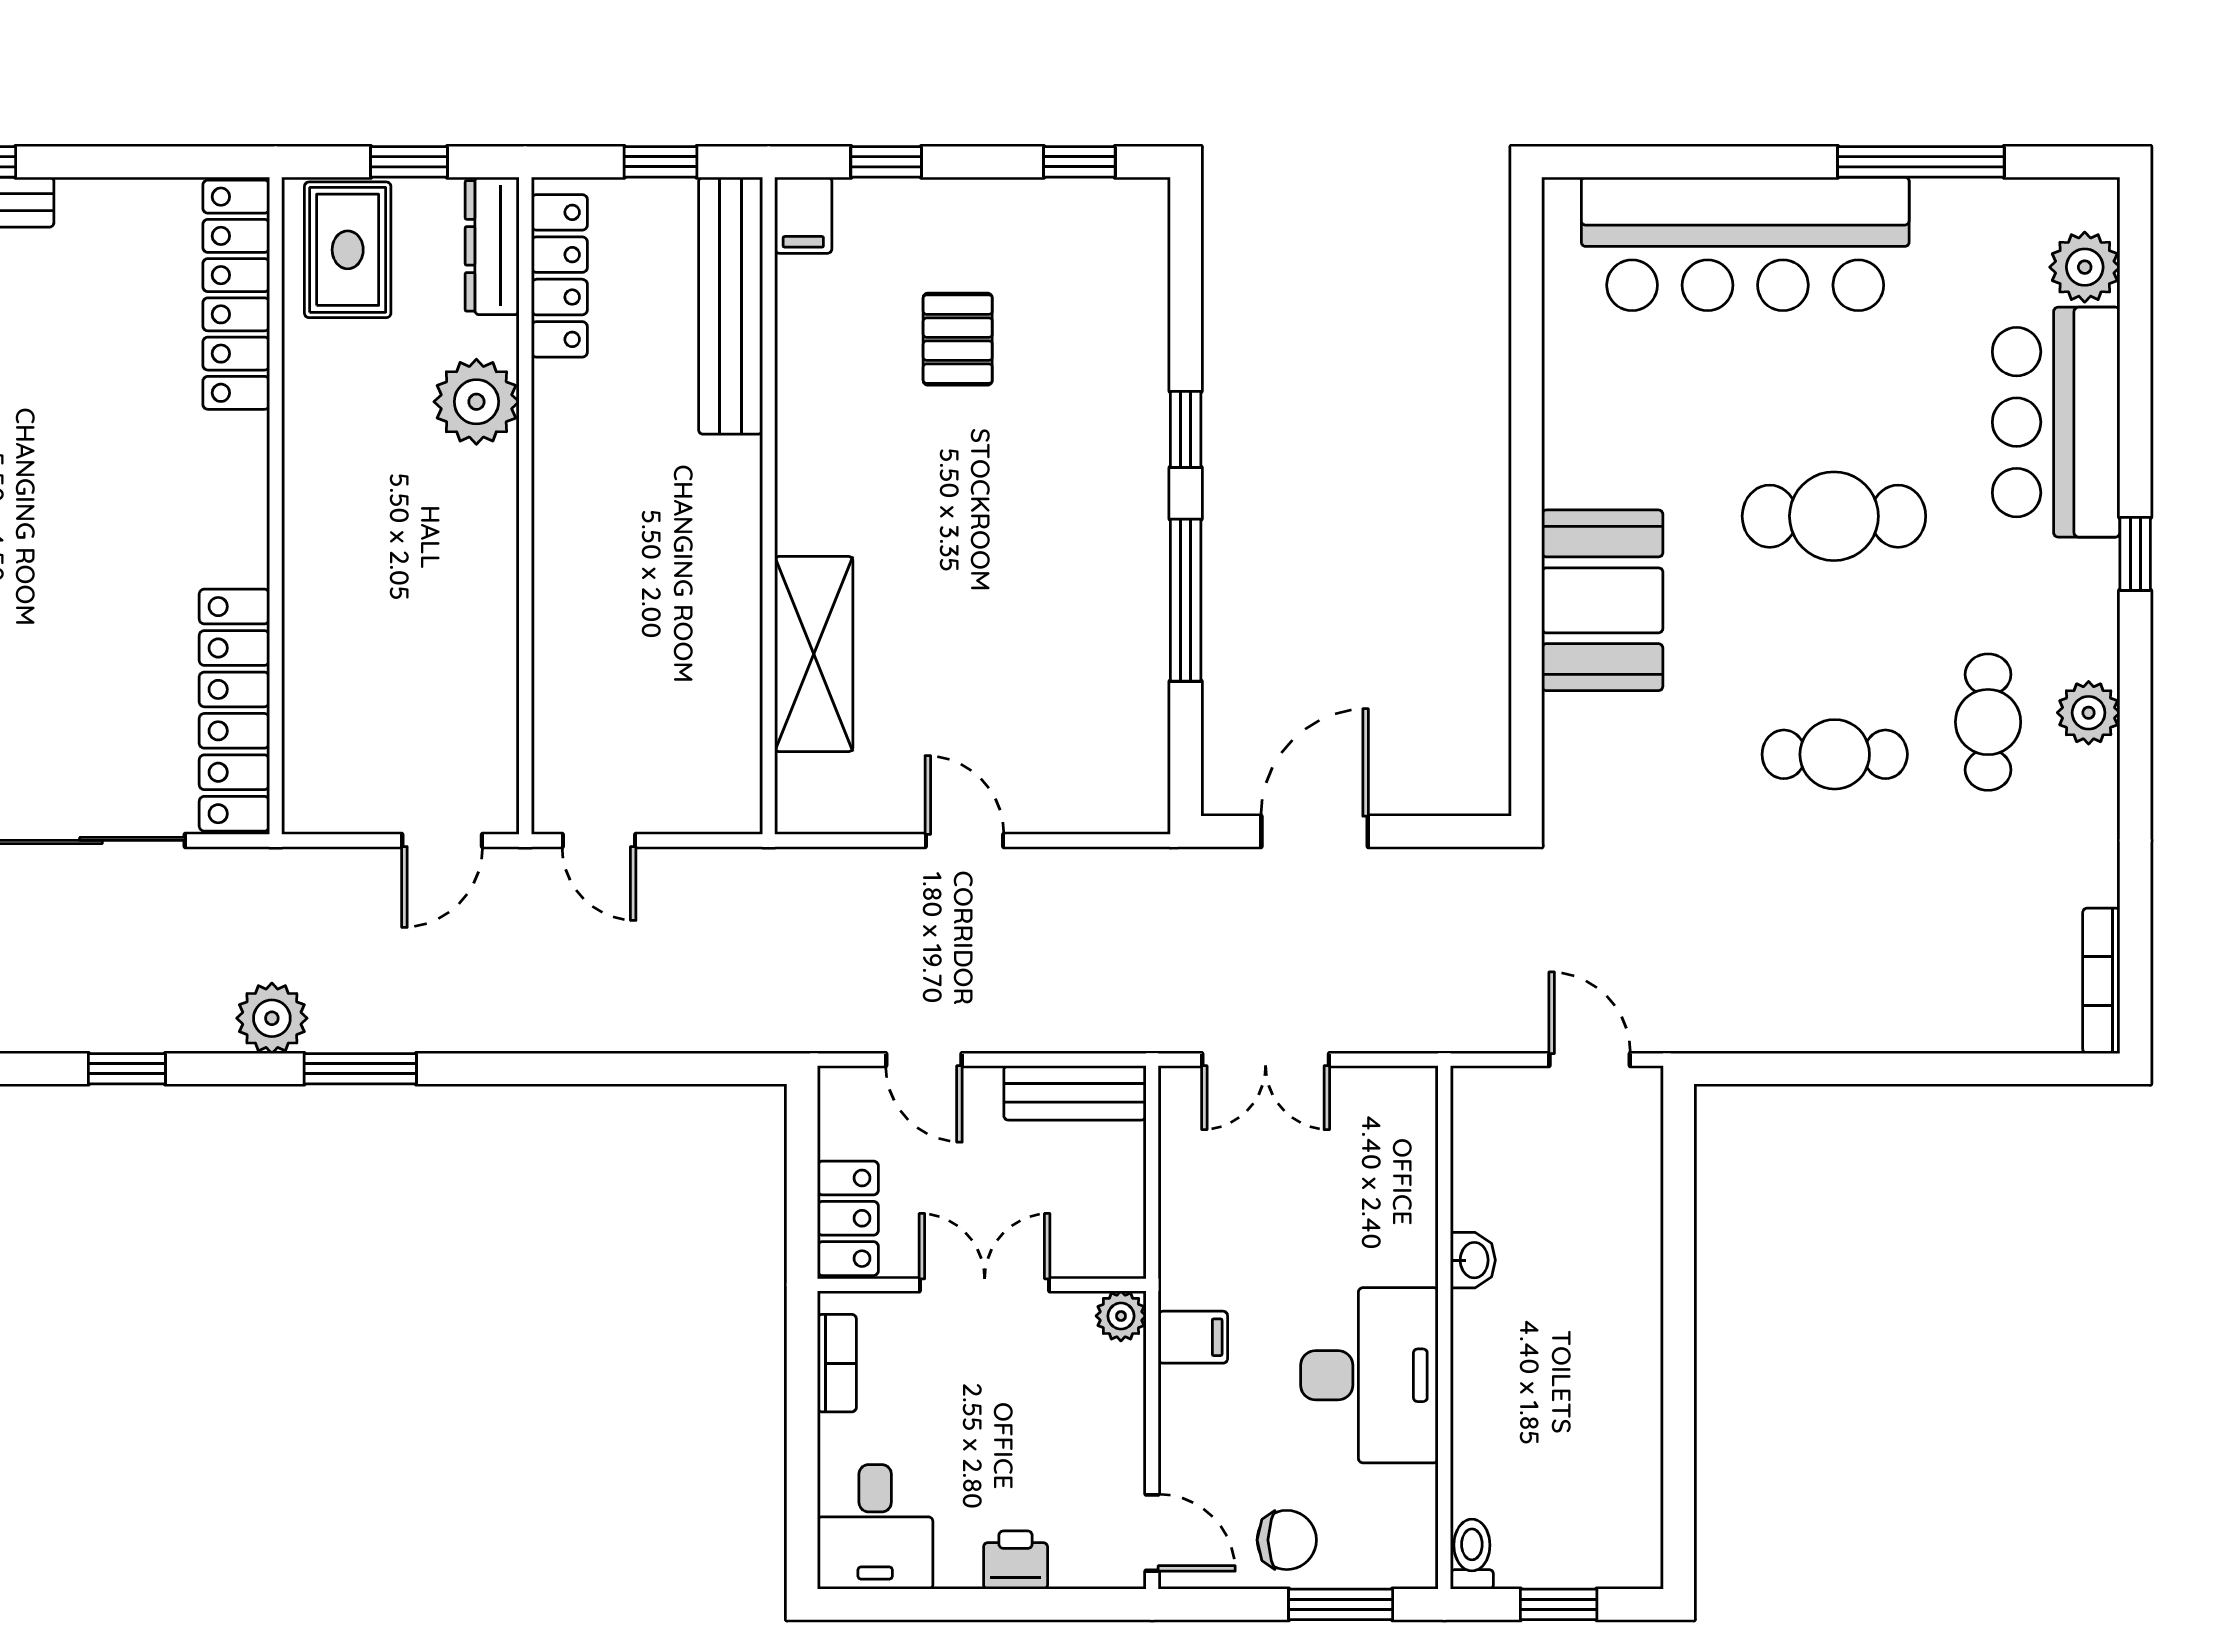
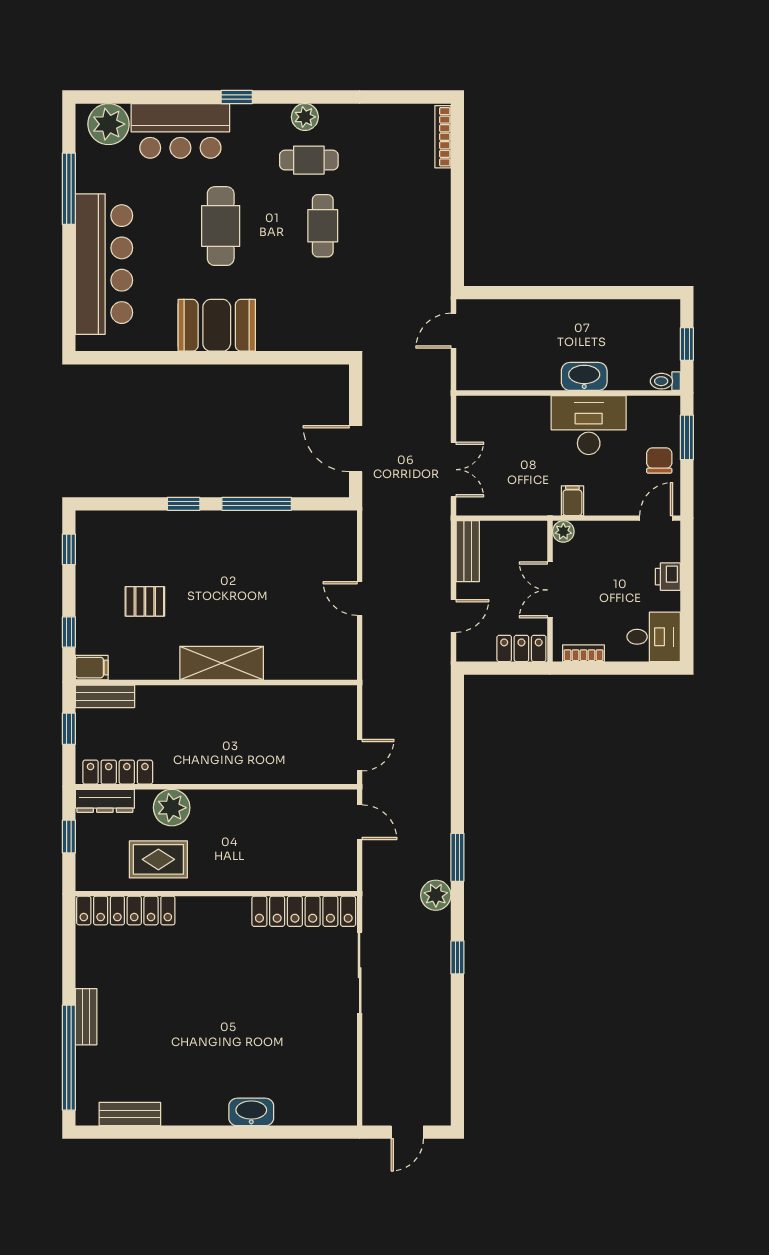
rug: (348, 250) -> (158, 859), moved
plant: (2085, 267) -> (108, 124), width x1.36, depth x1.36
bench: (731, 306) -> (105, 696), width x0.54, depth x0.82
booth: (1602, 600) -> (217, 325), moved
shelving: (814, 654) -> (222, 663), moved
door: (965, 840) -> (360, 598), hinge flipped
bookcase: (2101, 981) -> (443, 137), moved, turned 90
washbasin: (1473, 1260) -> (584, 376), moved, width x1.91, depth x1.45

